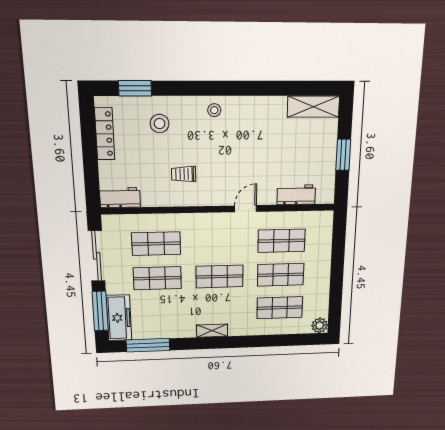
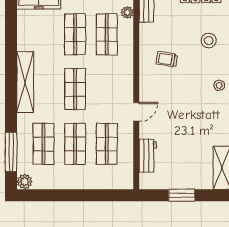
trolley: (184, 174) -> (167, 59), turned -80
door: (246, 209) -> (136, 112), hinge flipped
plant: (130, 221) -> (127, 13), added
shelving: (212, 331) -> (25, 82), width x2.20, depth x1.33
window: (148, 345) -> (11, 152), moved

